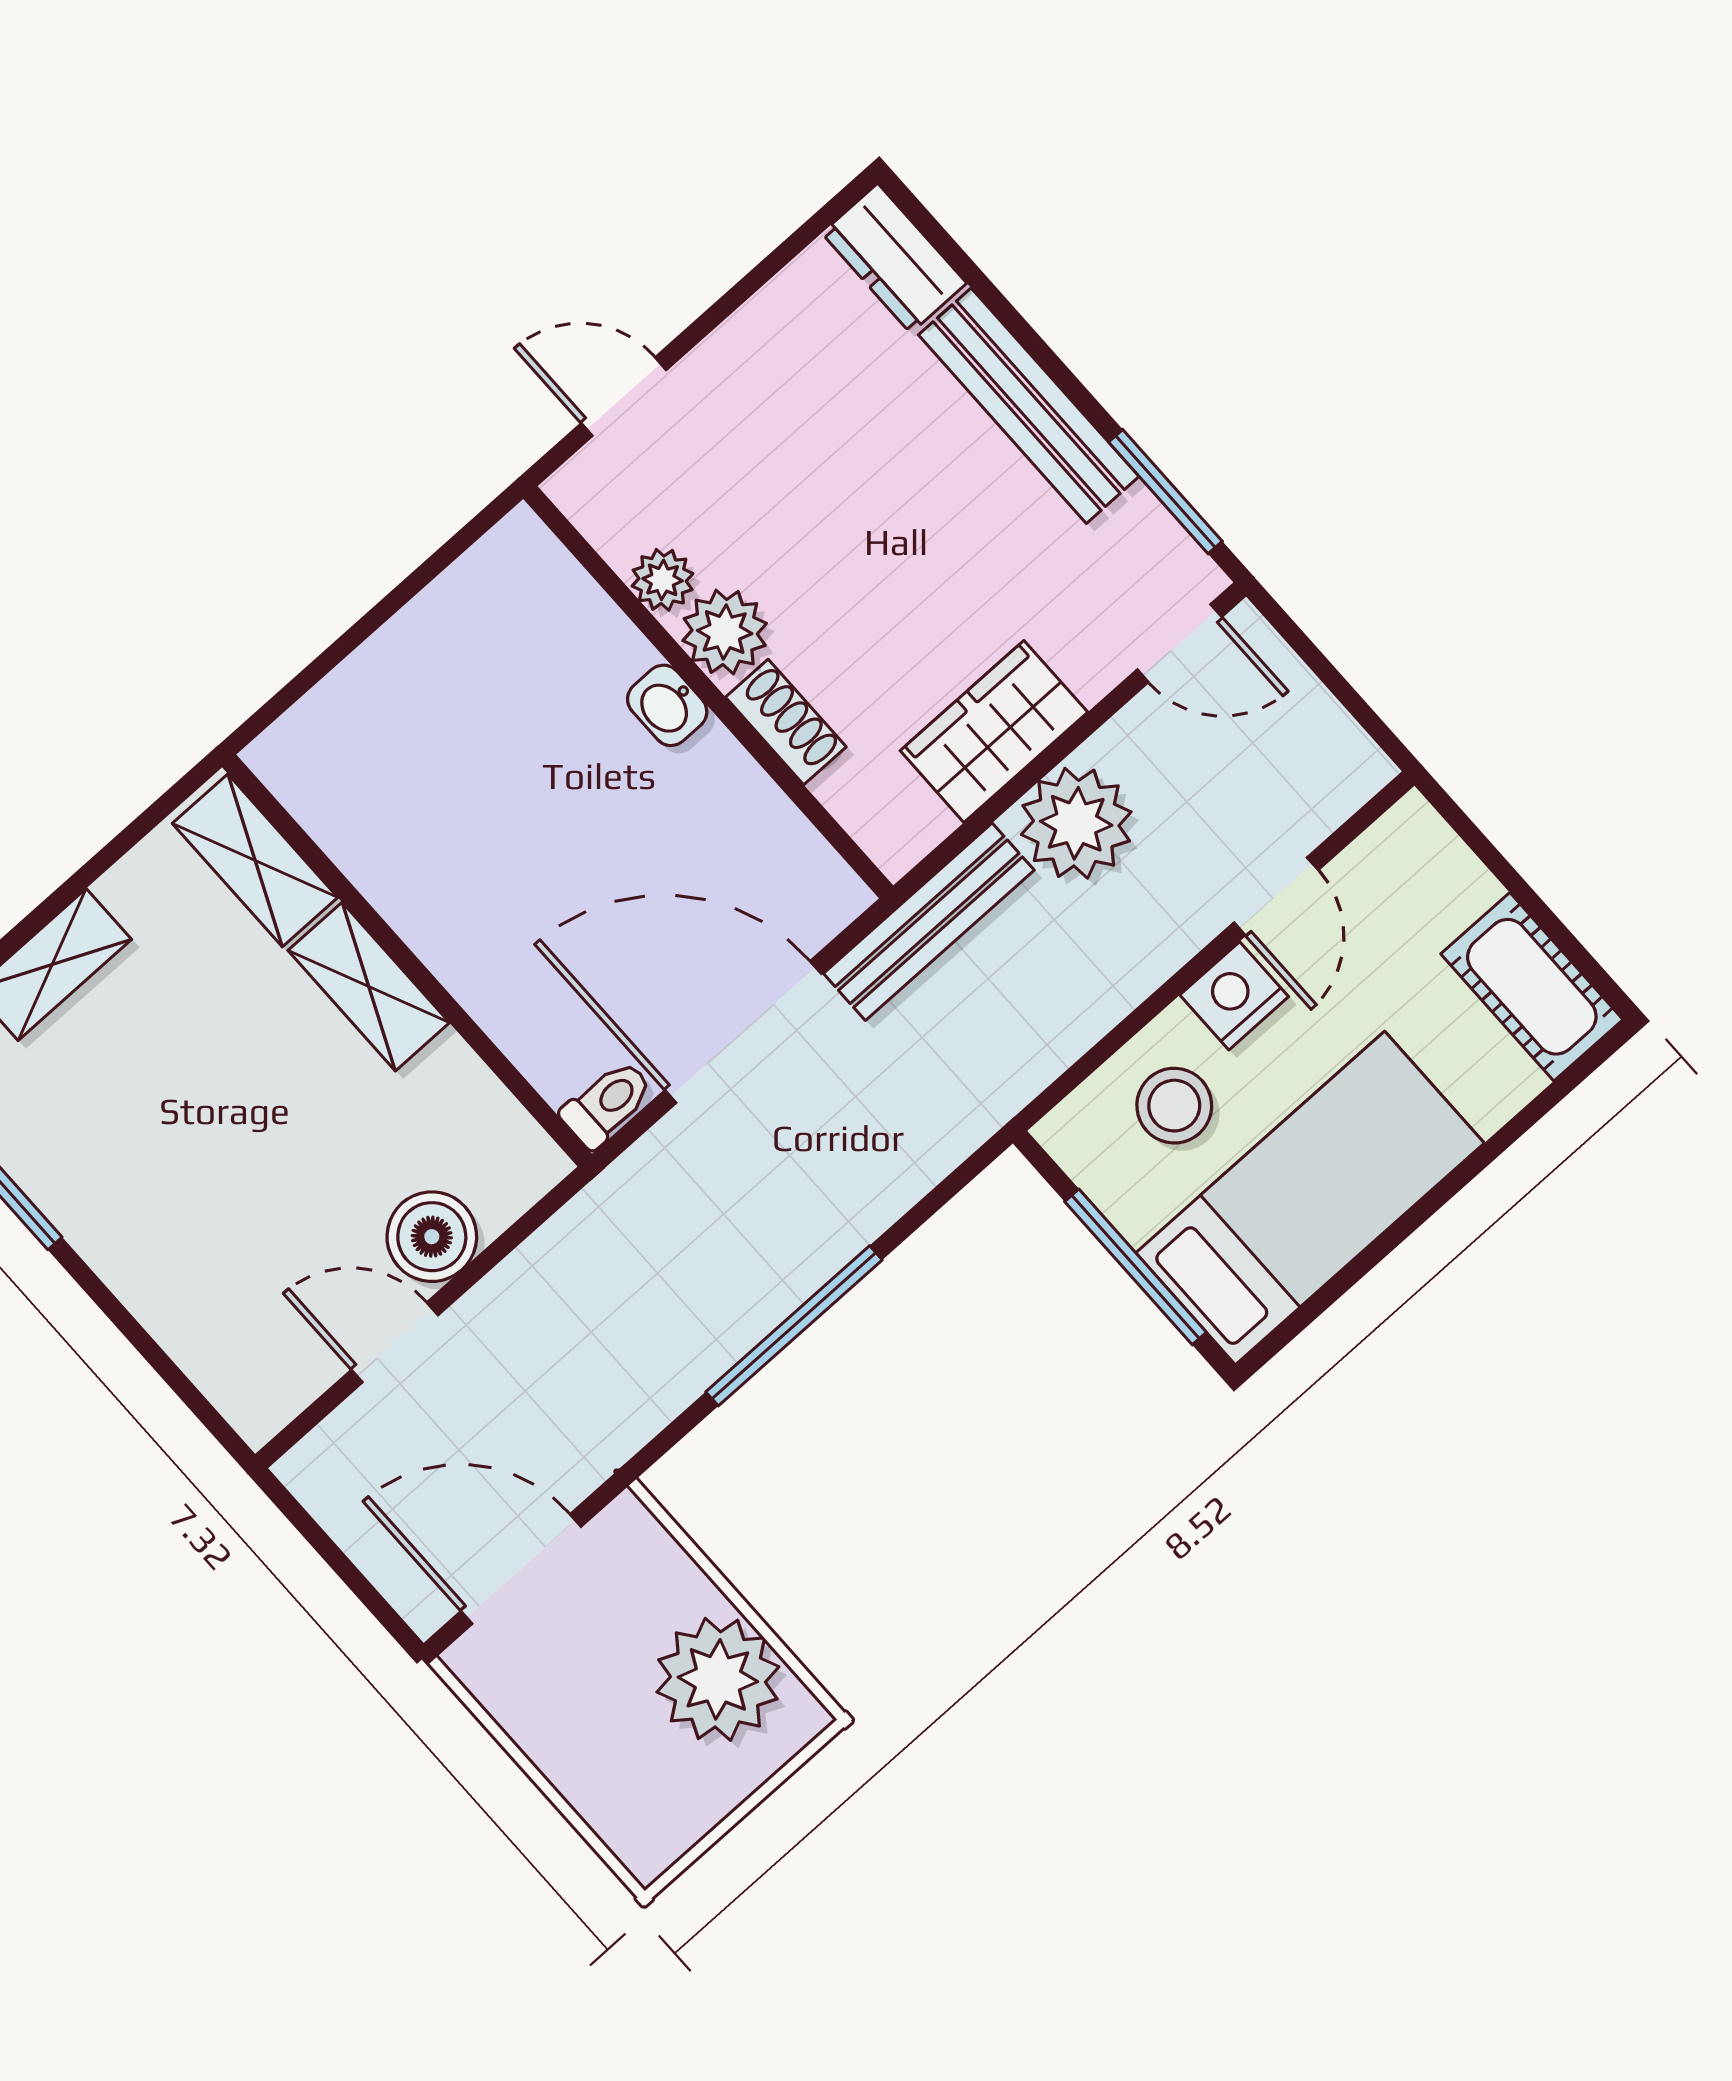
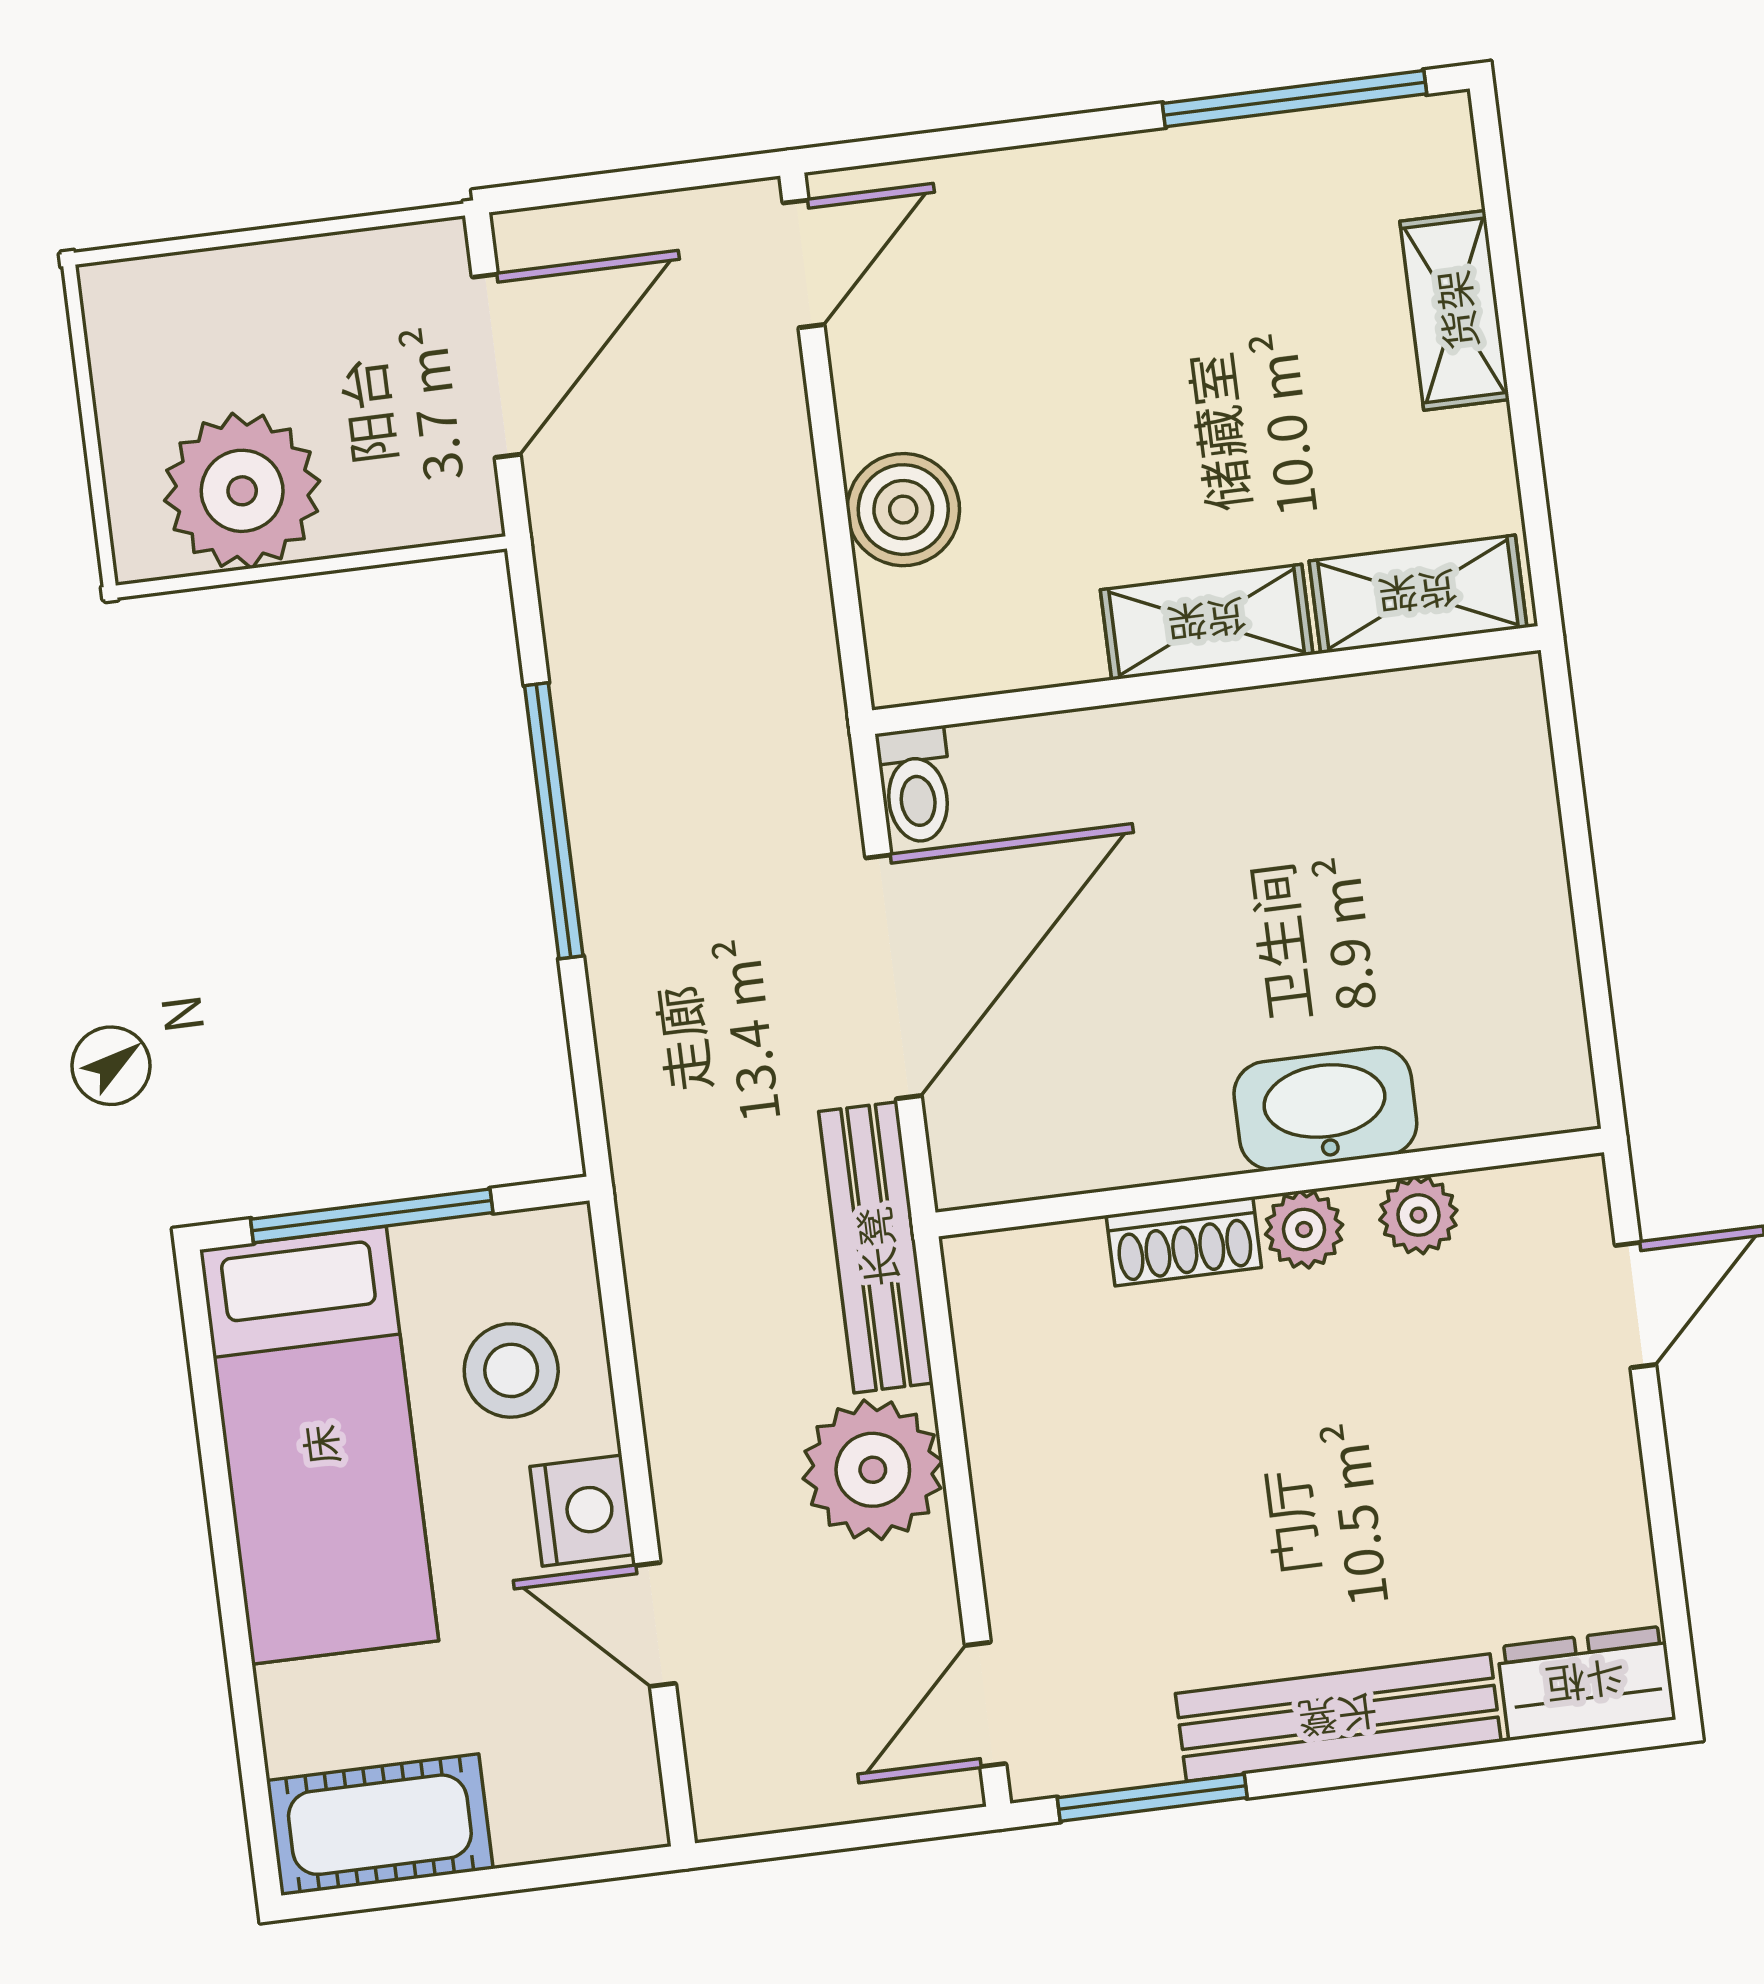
plant: (725, 632) -> (1304, 1229), width x0.73, depth x0.73
washbasin: (667, 705) -> (1325, 1109), width x1.91, depth x1.45
wardrobe: (994, 731) -> (1026, 1450), removed
door: (395, 1342) -> (804, 264), moved

